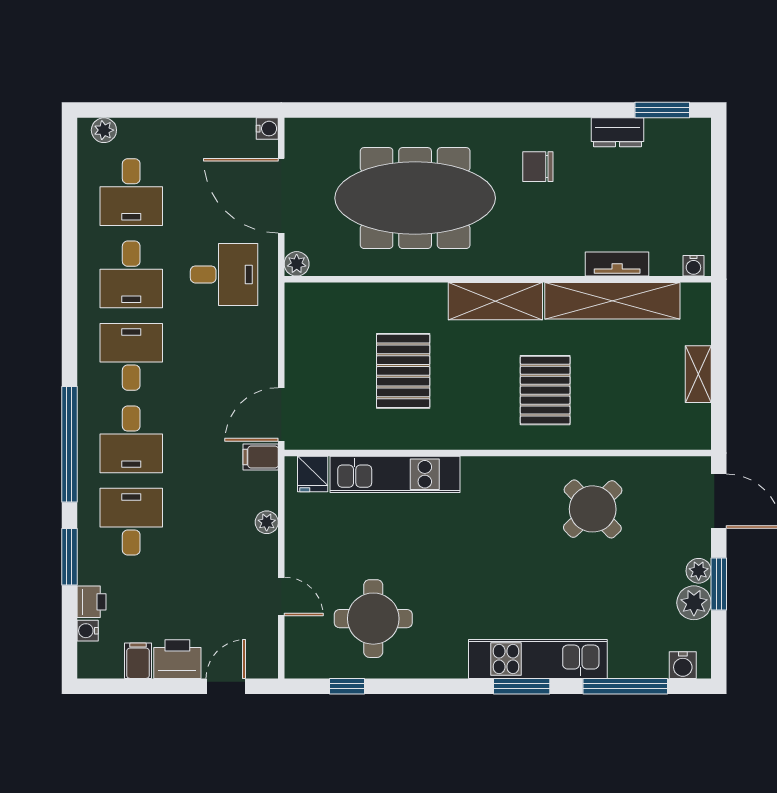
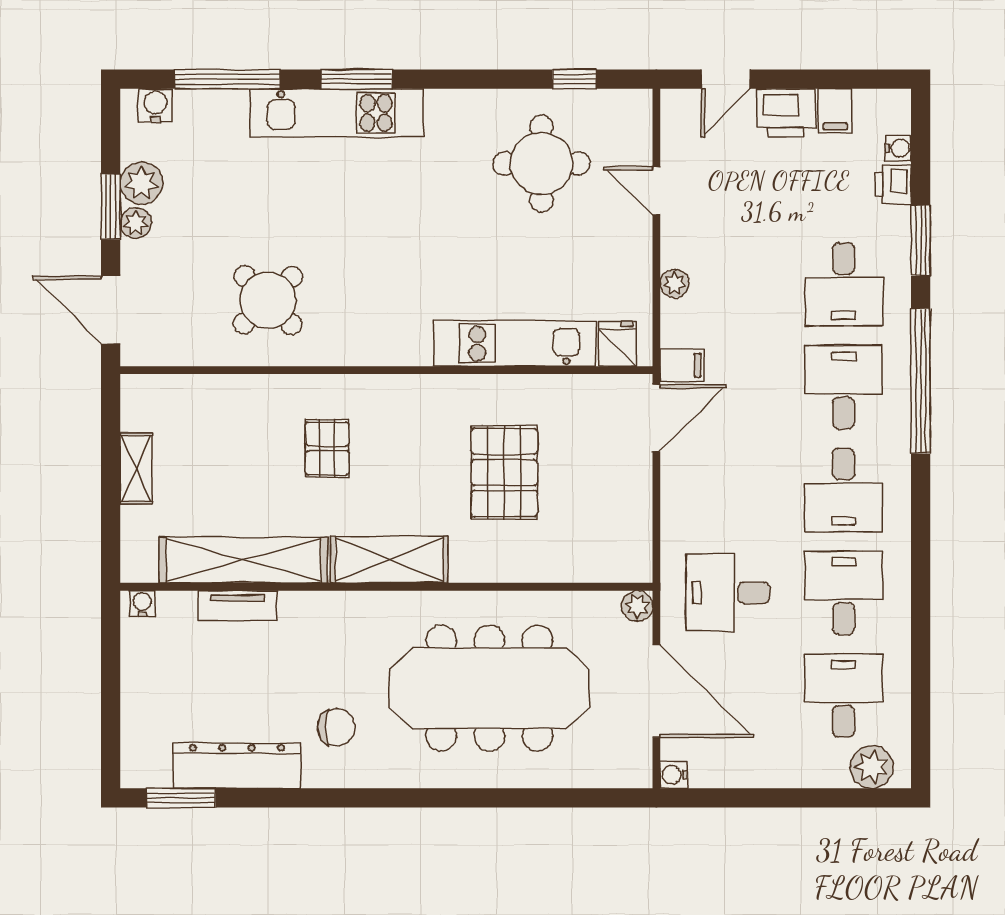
plant: (104, 130) -> (872, 767), width x1.38, depth x1.38
dresser: (617, 132) -> (237, 766), width x1.96, depth x1.24
pallet: (545, 390) -> (327, 448), width x0.67, depth x0.71

